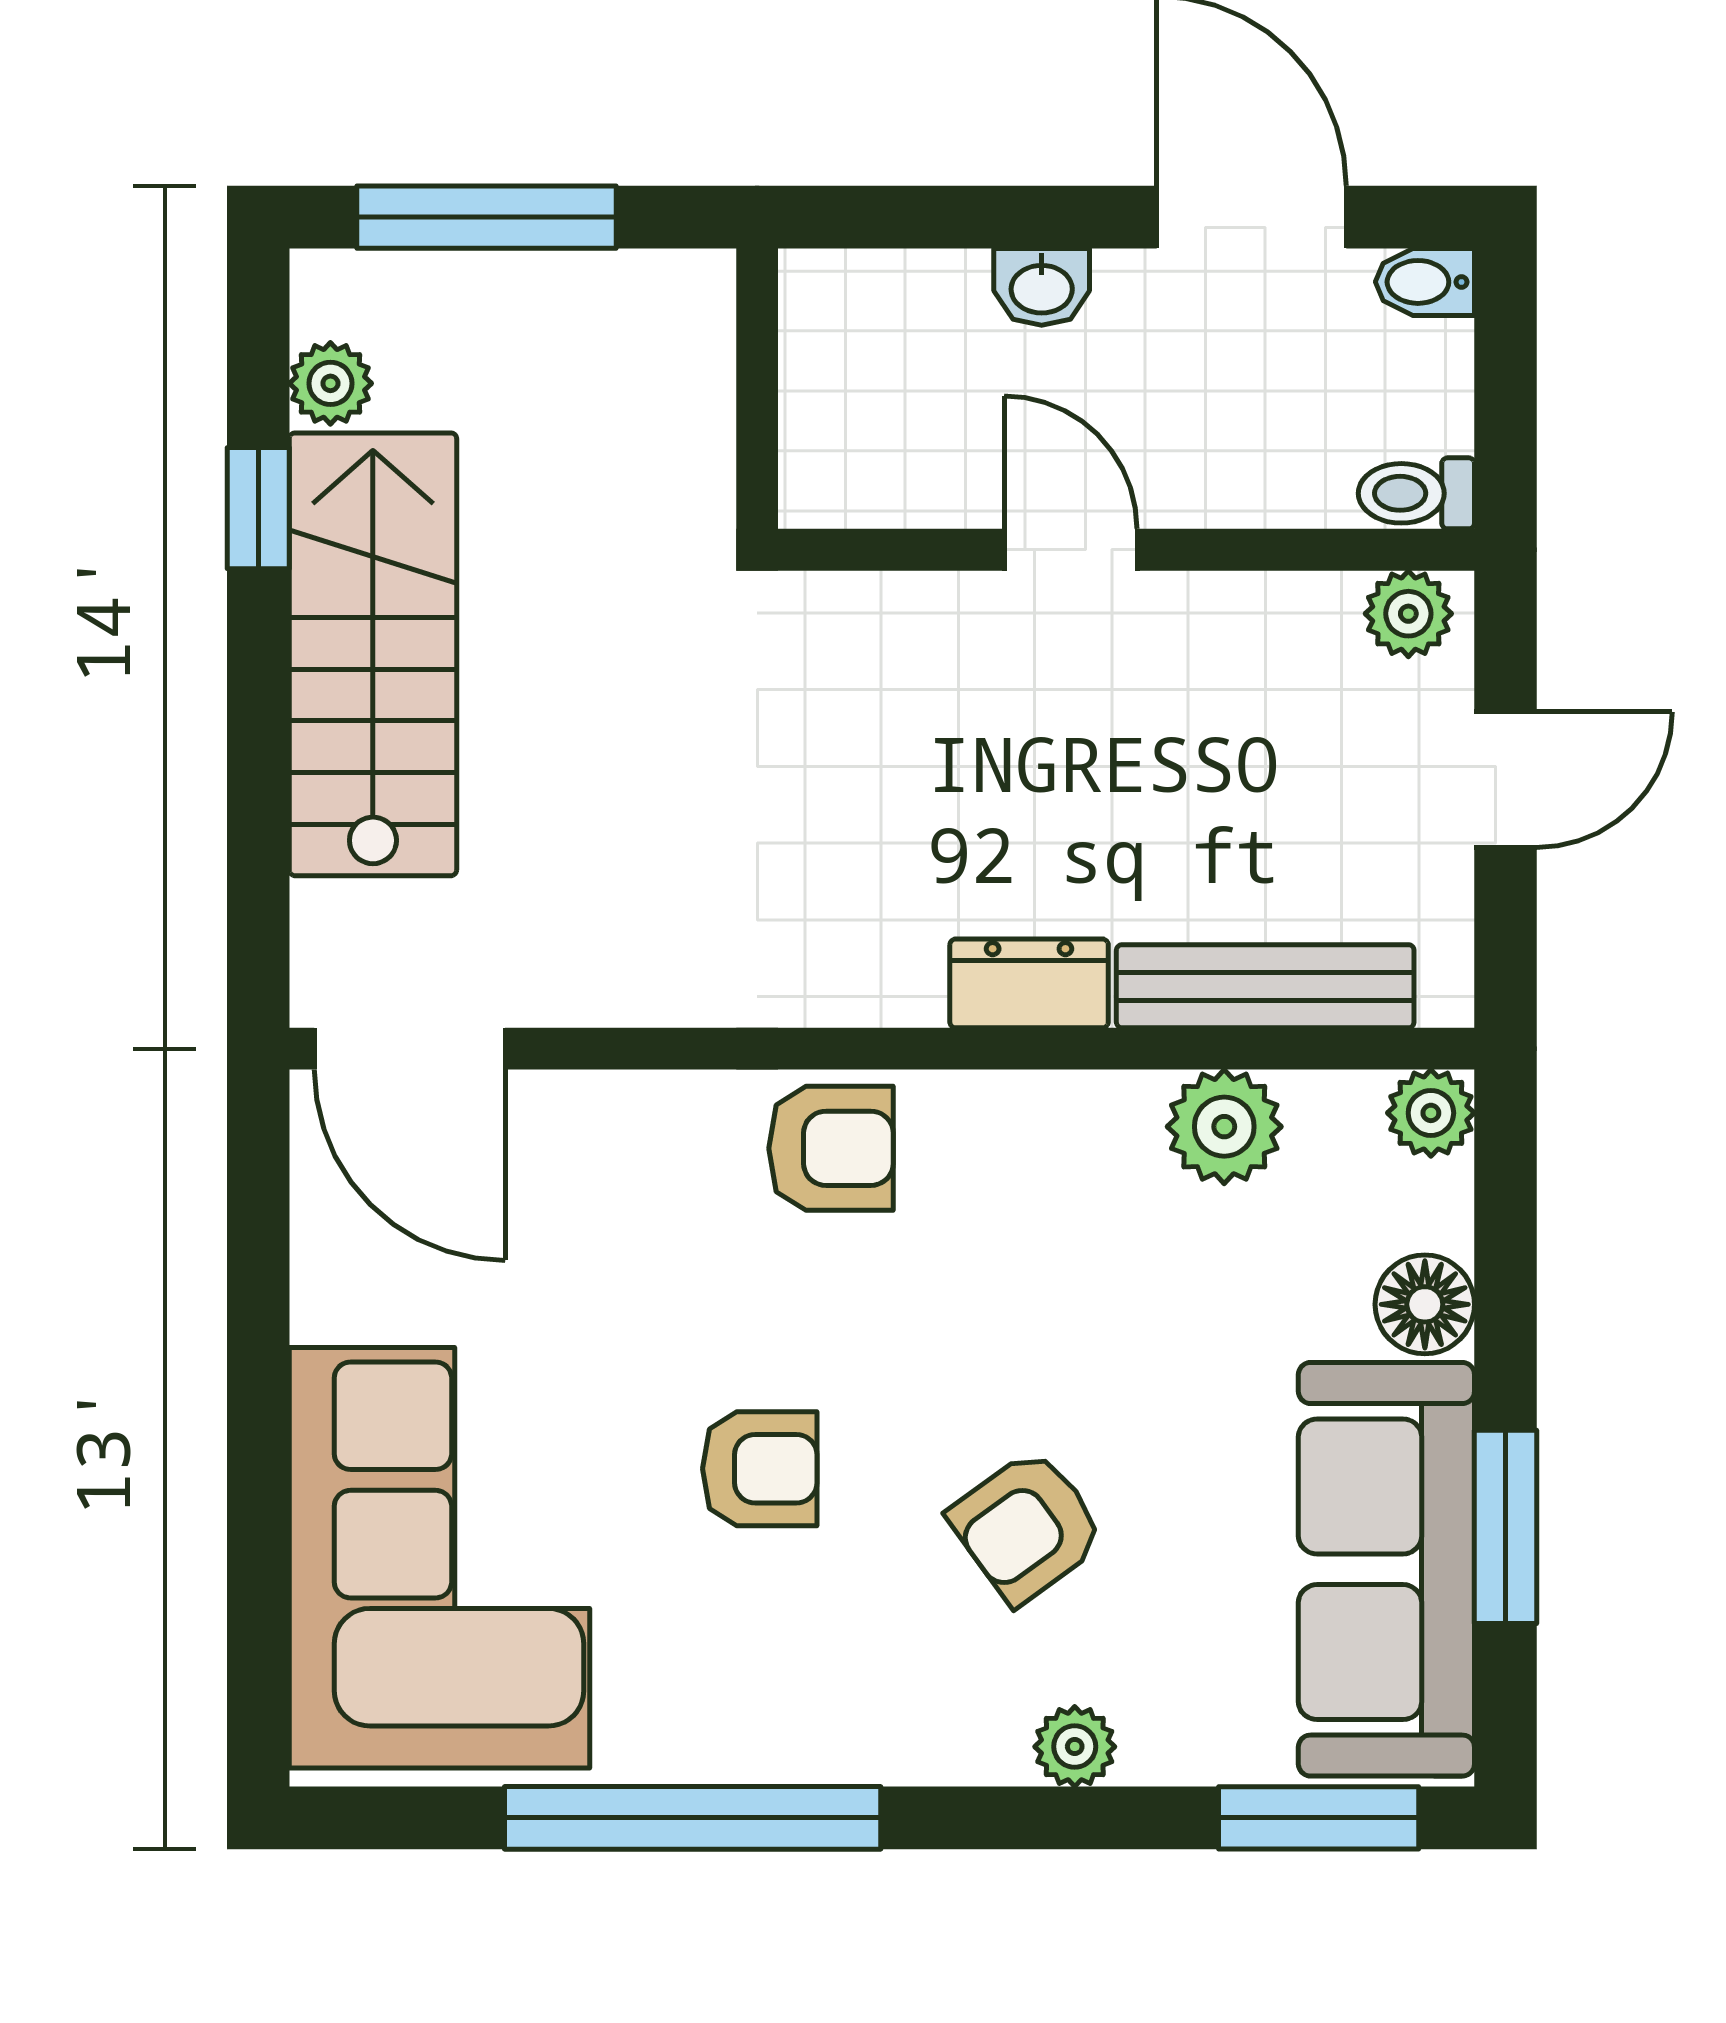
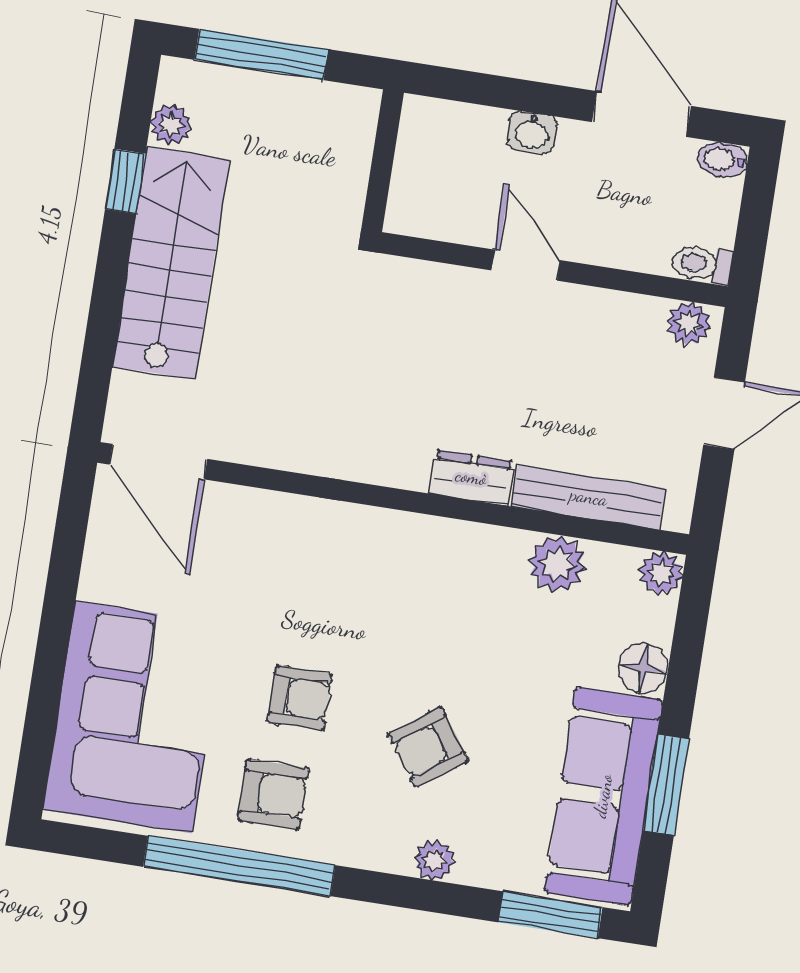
armchair: (831, 1148) -> (273, 794), moved

